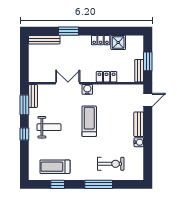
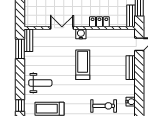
weight bench: (49, 127) -> (40, 83), moved
window: (24, 134) -> (20, 106), moved
water cooler: (139, 142) -> (131, 102), moved

